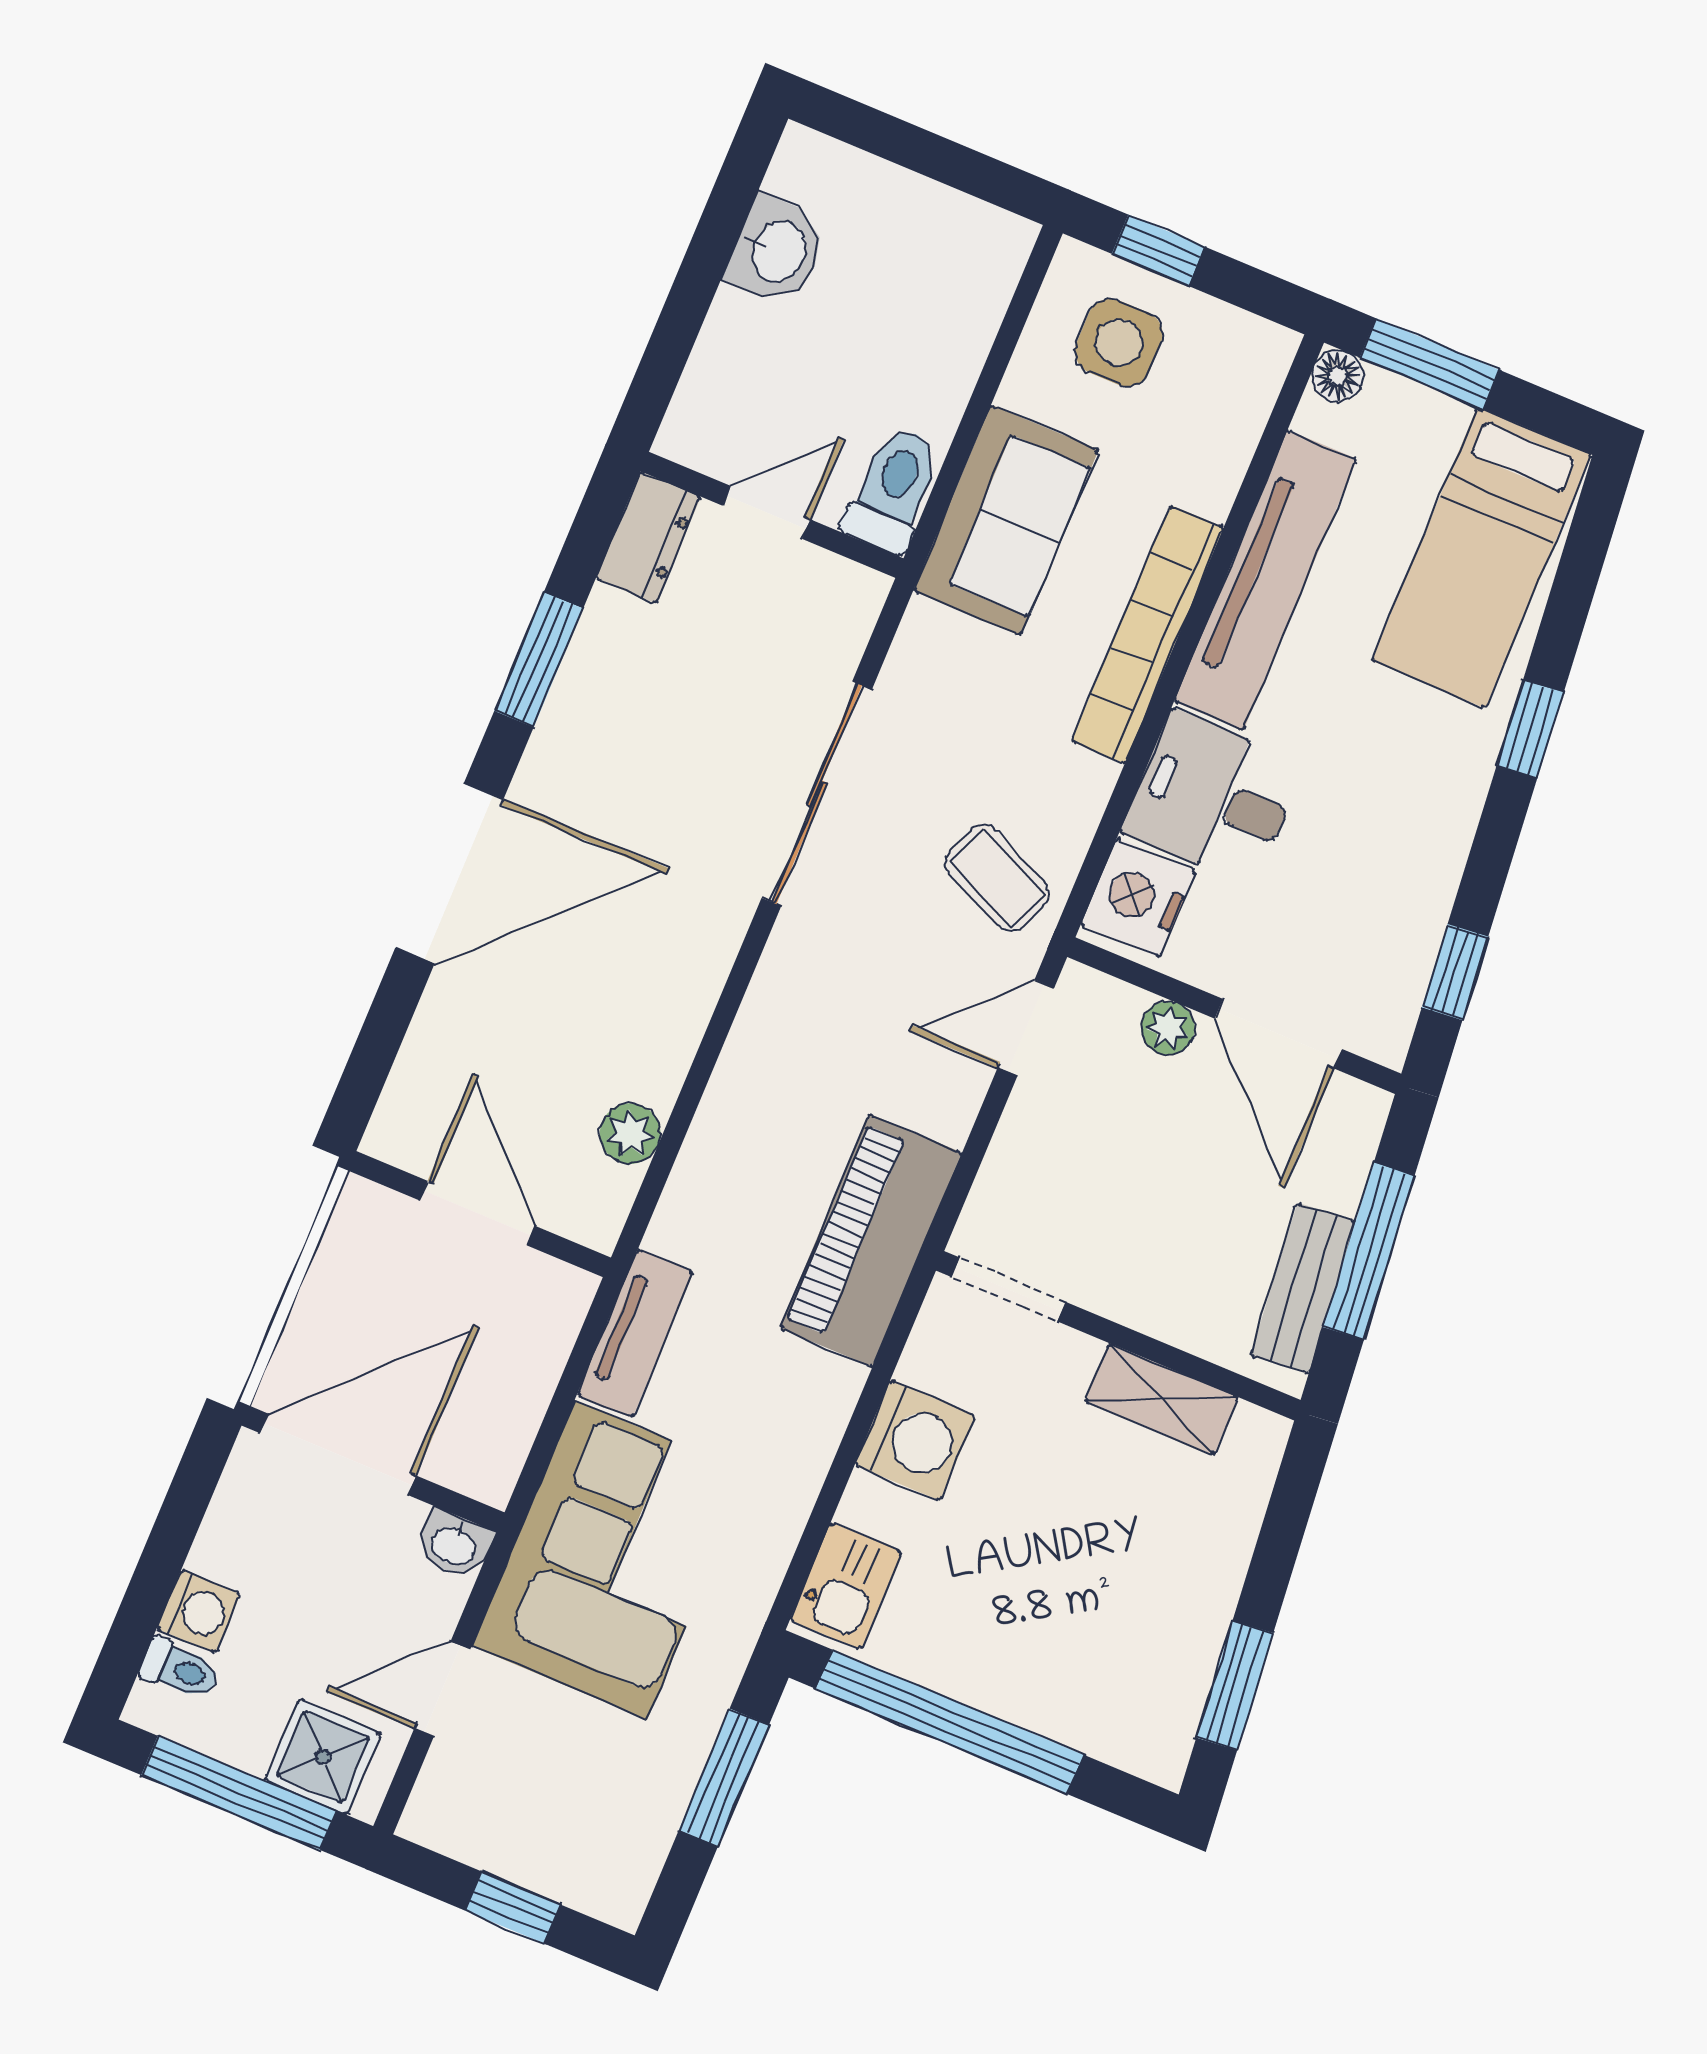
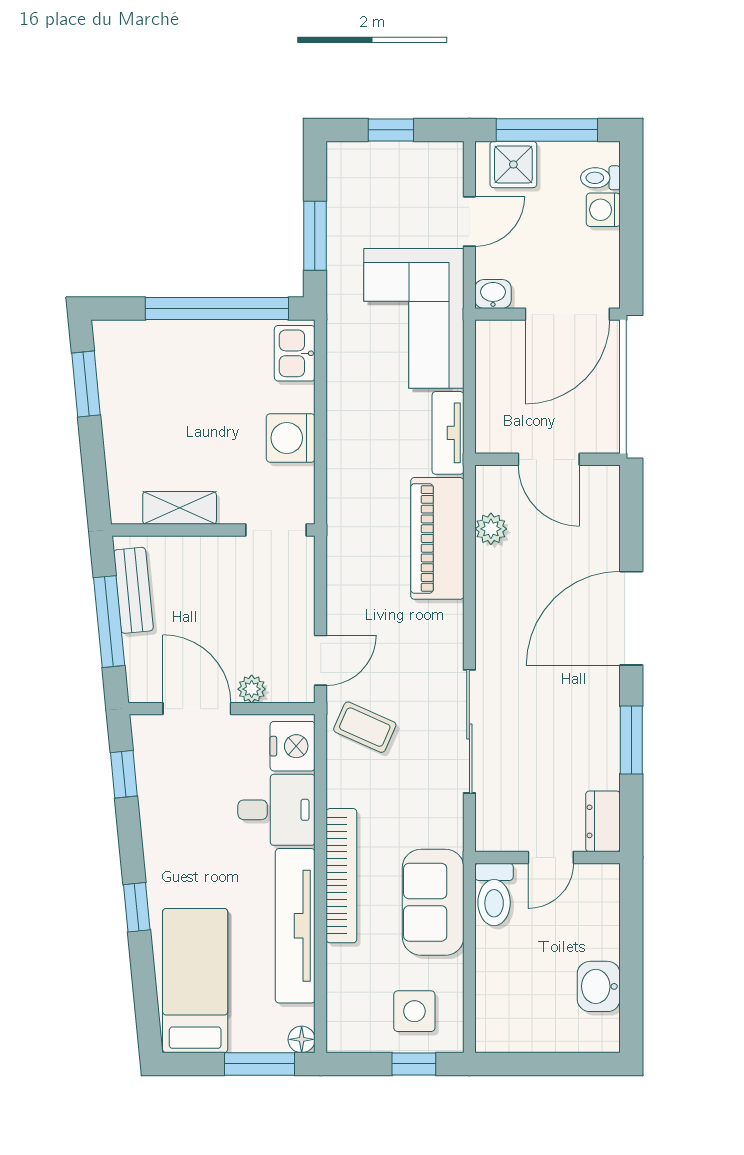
piano: (871, 1240) -> (437, 538), moved, turned 180

